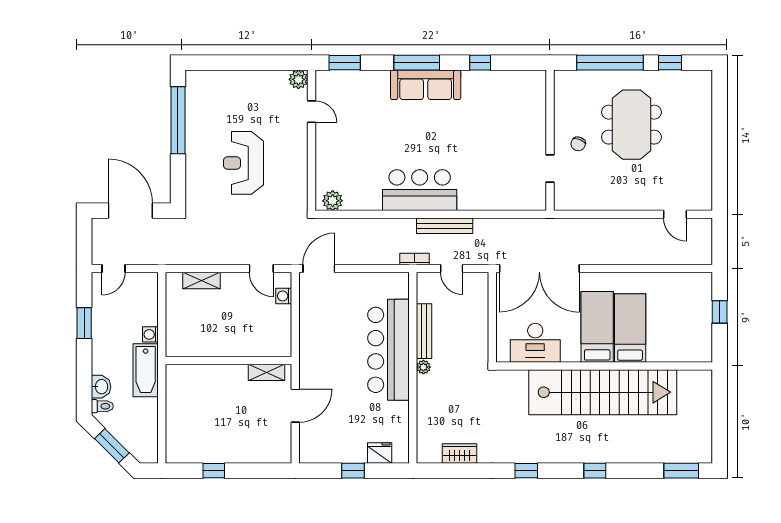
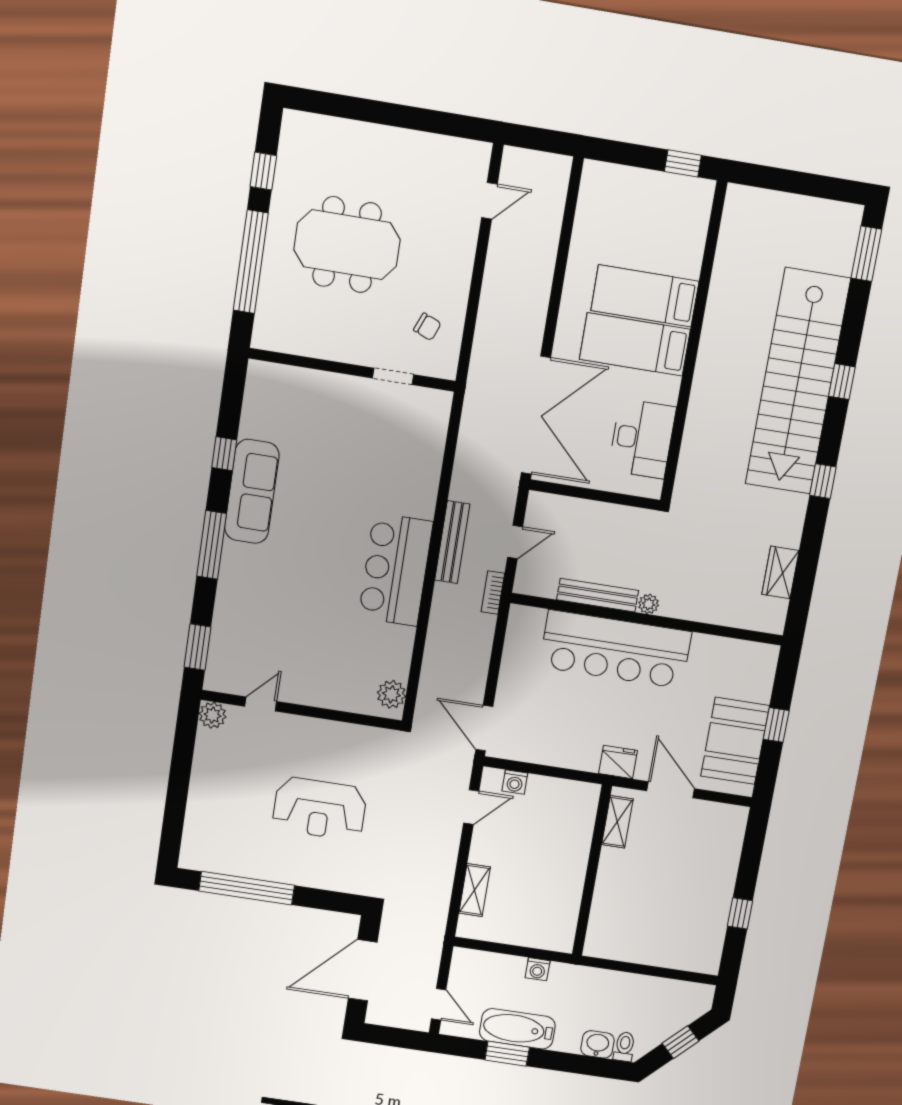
sofa: (426, 85) -> (252, 491), moved
chair: (578, 144) -> (427, 327), moved
window: (720, 312) -> (683, 163), moved
bathtub: (146, 370) -> (517, 1029), moved, turned 180
stairs: (603, 392) -> (798, 382), moved, turned 180
booth: (337, 444) -> (735, 741), added
window: (112, 446) -> (681, 1042), width x0.67
fridge: (380, 453) -> (618, 762), moved, turned 90

